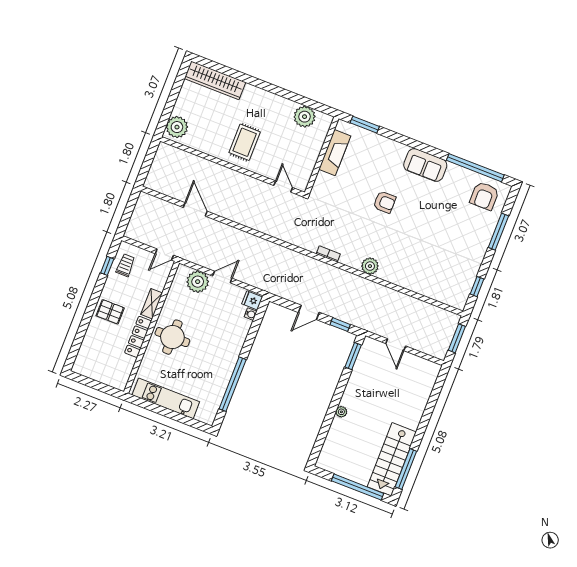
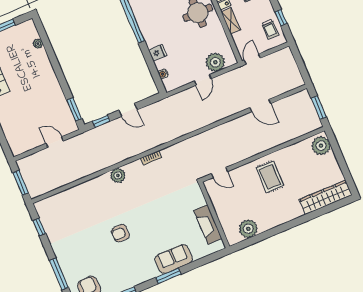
window: (365, 125) -> (168, 276), moved
window: (148, 161) -> (319, 108), added
sofa: (425, 165) -> (174, 259), moved
armchair: (385, 202) -> (120, 233), moved
fridge: (252, 300) -> (157, 53), moved
door: (309, 312) -> (128, 110), swing flipped
plant: (341, 412) -> (38, 44), moved

